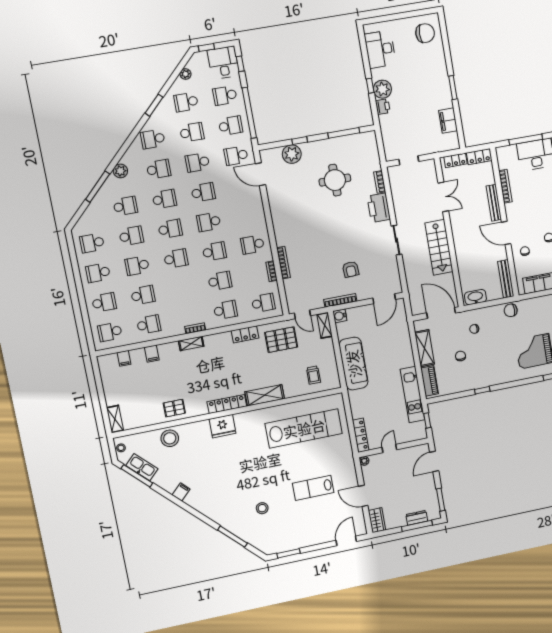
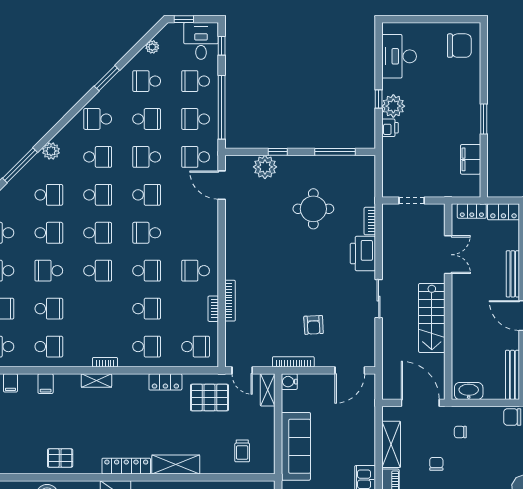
school desk: (231, 126) -> (196, 119), turned 180

